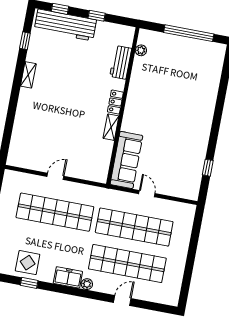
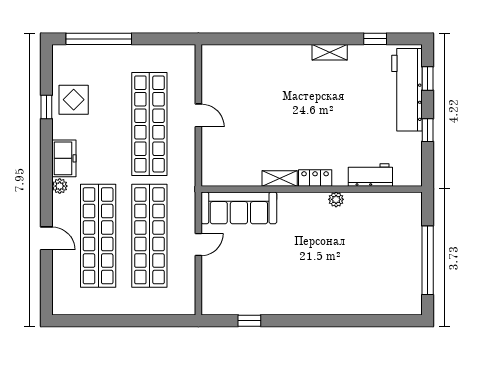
plant: (141, 50) -> (336, 199), moved

